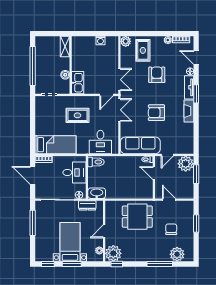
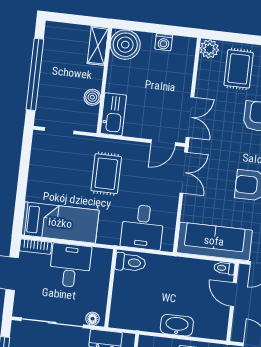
boiler: (80, 44) -> (125, 45), added
rug: (77, 115) -> (106, 174), turned 90
desk: (74, 172) -> (70, 265), moved, turned -90
washbasin: (97, 193) -> (177, 325), moved

